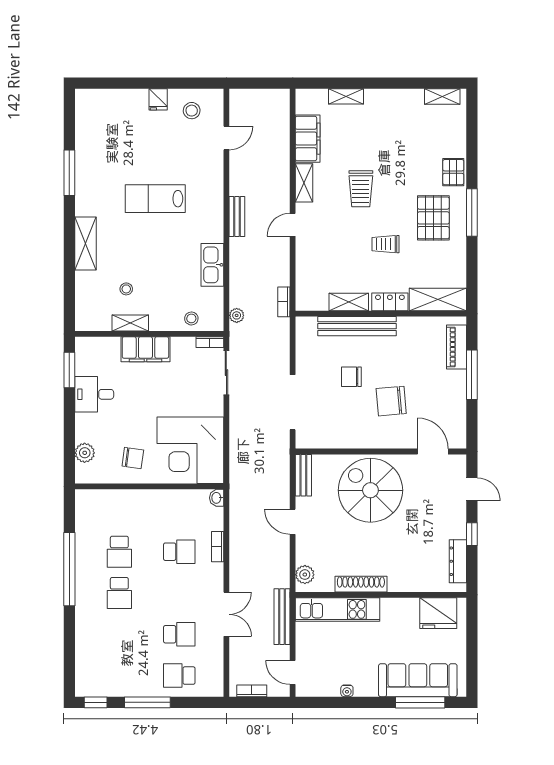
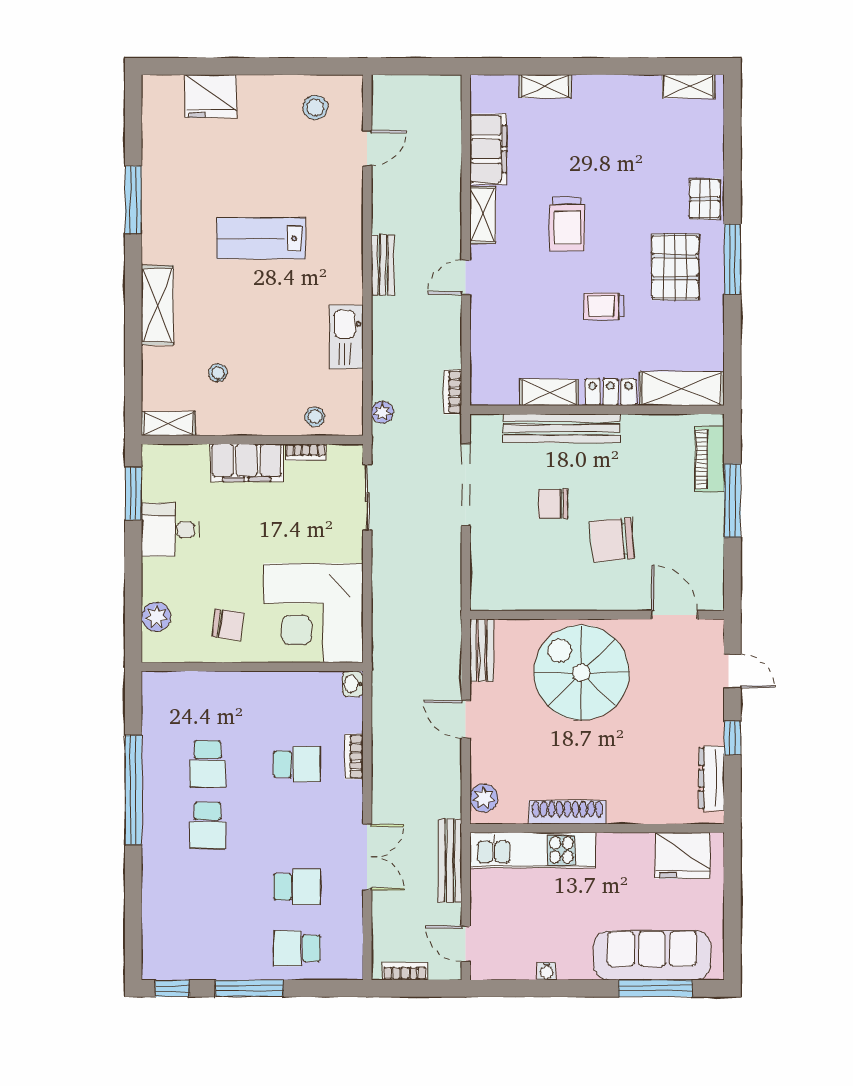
fridge: (158, 99) -> (211, 96), moved, width x1.88, depth x1.34
shelving: (130, 323) -> (168, 424), moved
bookcase: (210, 342) -> (306, 452), moved
doorway: (293, 402) -> (466, 485), moved

